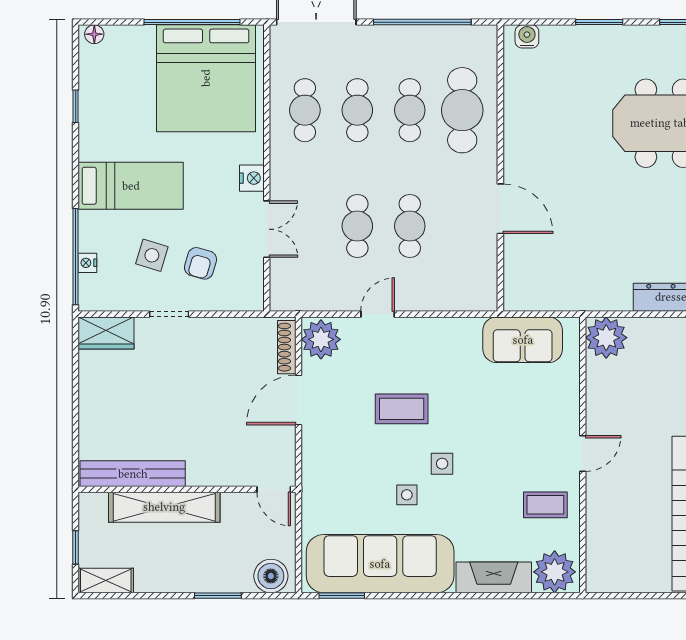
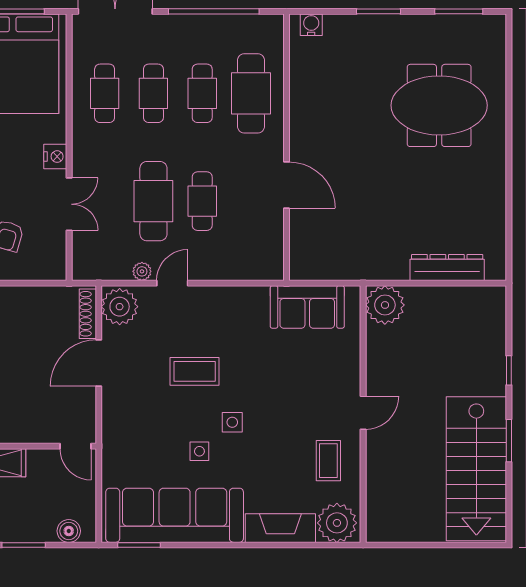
cafe table: (357, 226) -> (153, 201), width x1.37, depth x1.35
plant: (345, 301) -> (142, 271), added
coffee table: (545, 505) -> (328, 461), turned 90
boiler: (271, 576) -> (69, 531), width x0.73, depth x0.73

